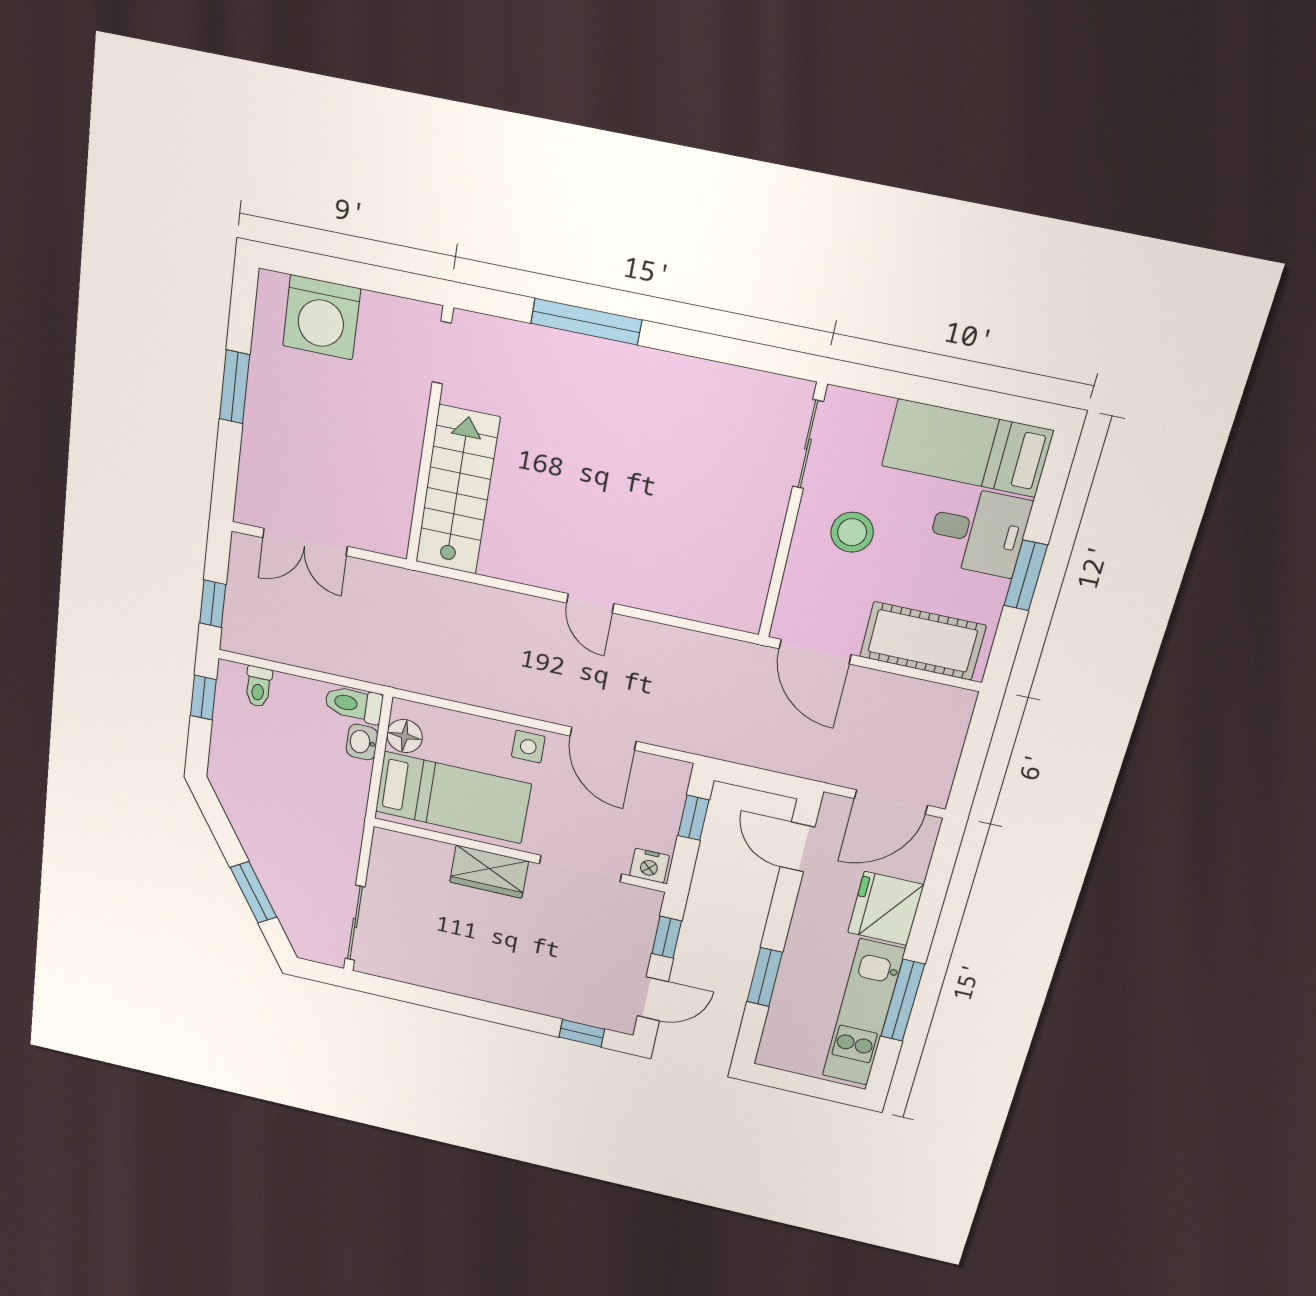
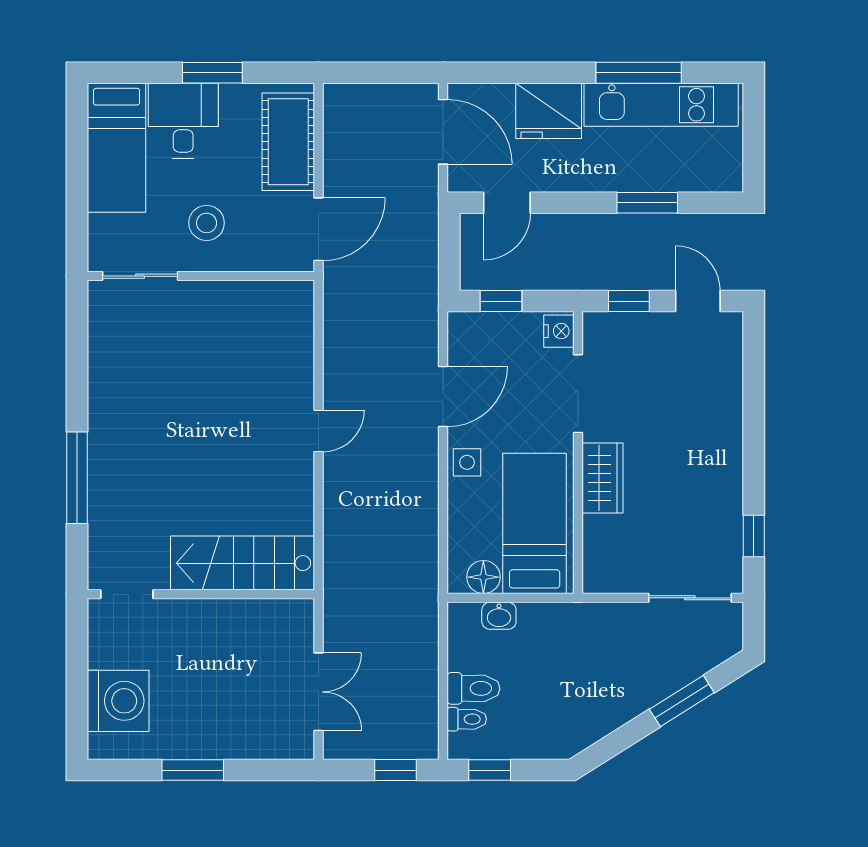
toilet: (354, 704) -> (473, 688), moved, turned -90
window: (582, 1033) -> (754, 536), moved

